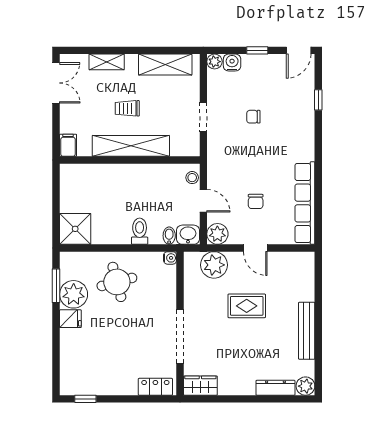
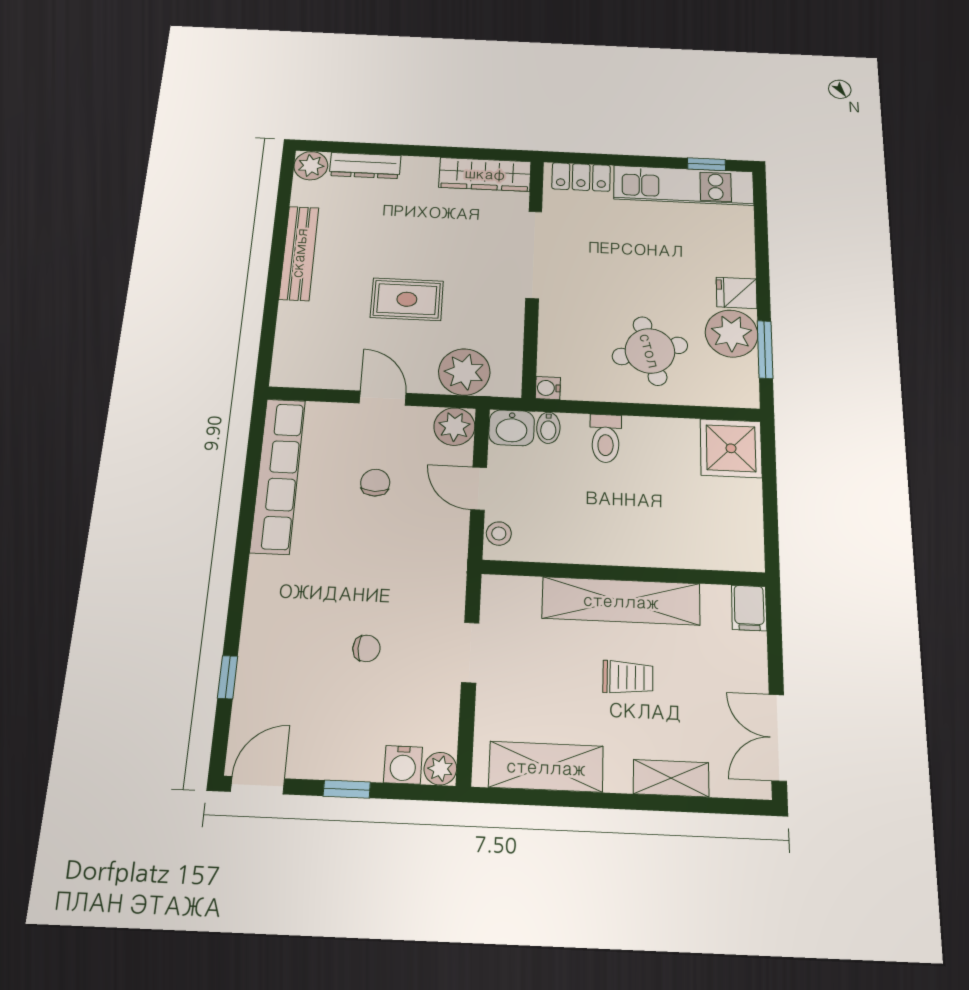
kitchen unit: (98, 384) -> (684, 185), added
wardrobe: (200, 386) -> (485, 174), width x1.50

